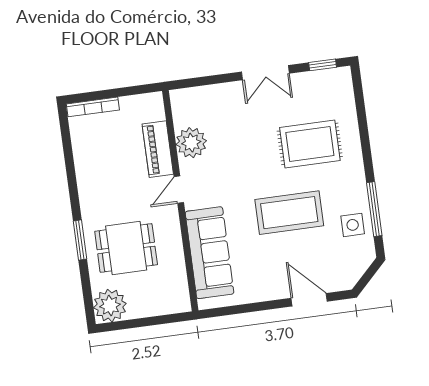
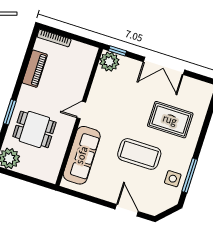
window: (323, 65) -> (117, 51), moved
double door: (265, 73) -> (164, 66), width x1.37
plant: (191, 143) -> (109, 62), moved
piano: (158, 149) -> (35, 69), moved, turned 180

